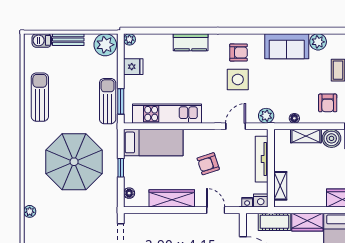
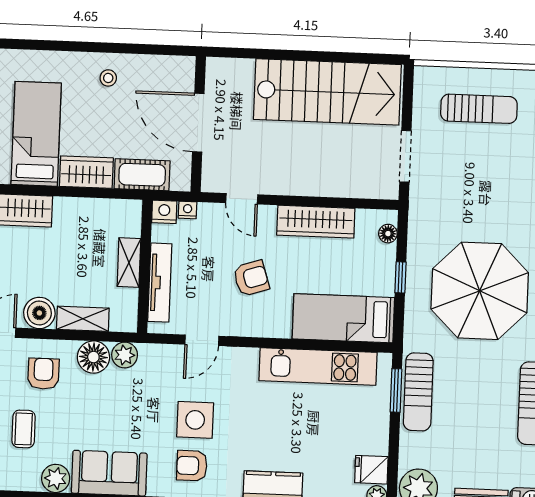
fridge: (133, 67) -> (371, 470), moved
plant: (266, 116) -> (125, 355), moved
floor lamp: (294, 118) -> (93, 357), width x1.89, depth x1.89
shelving: (280, 186) -> (129, 262), moved

